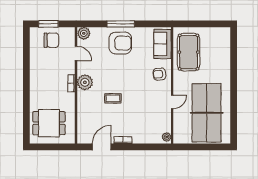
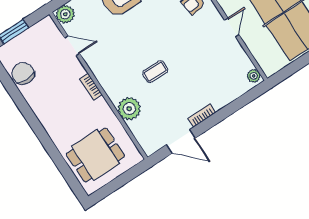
chair: (51, 40) -> (23, 74), moved, turned -90
plant: (85, 82) -> (129, 109), moved
door: (102, 147) -> (181, 141), swing flipped

